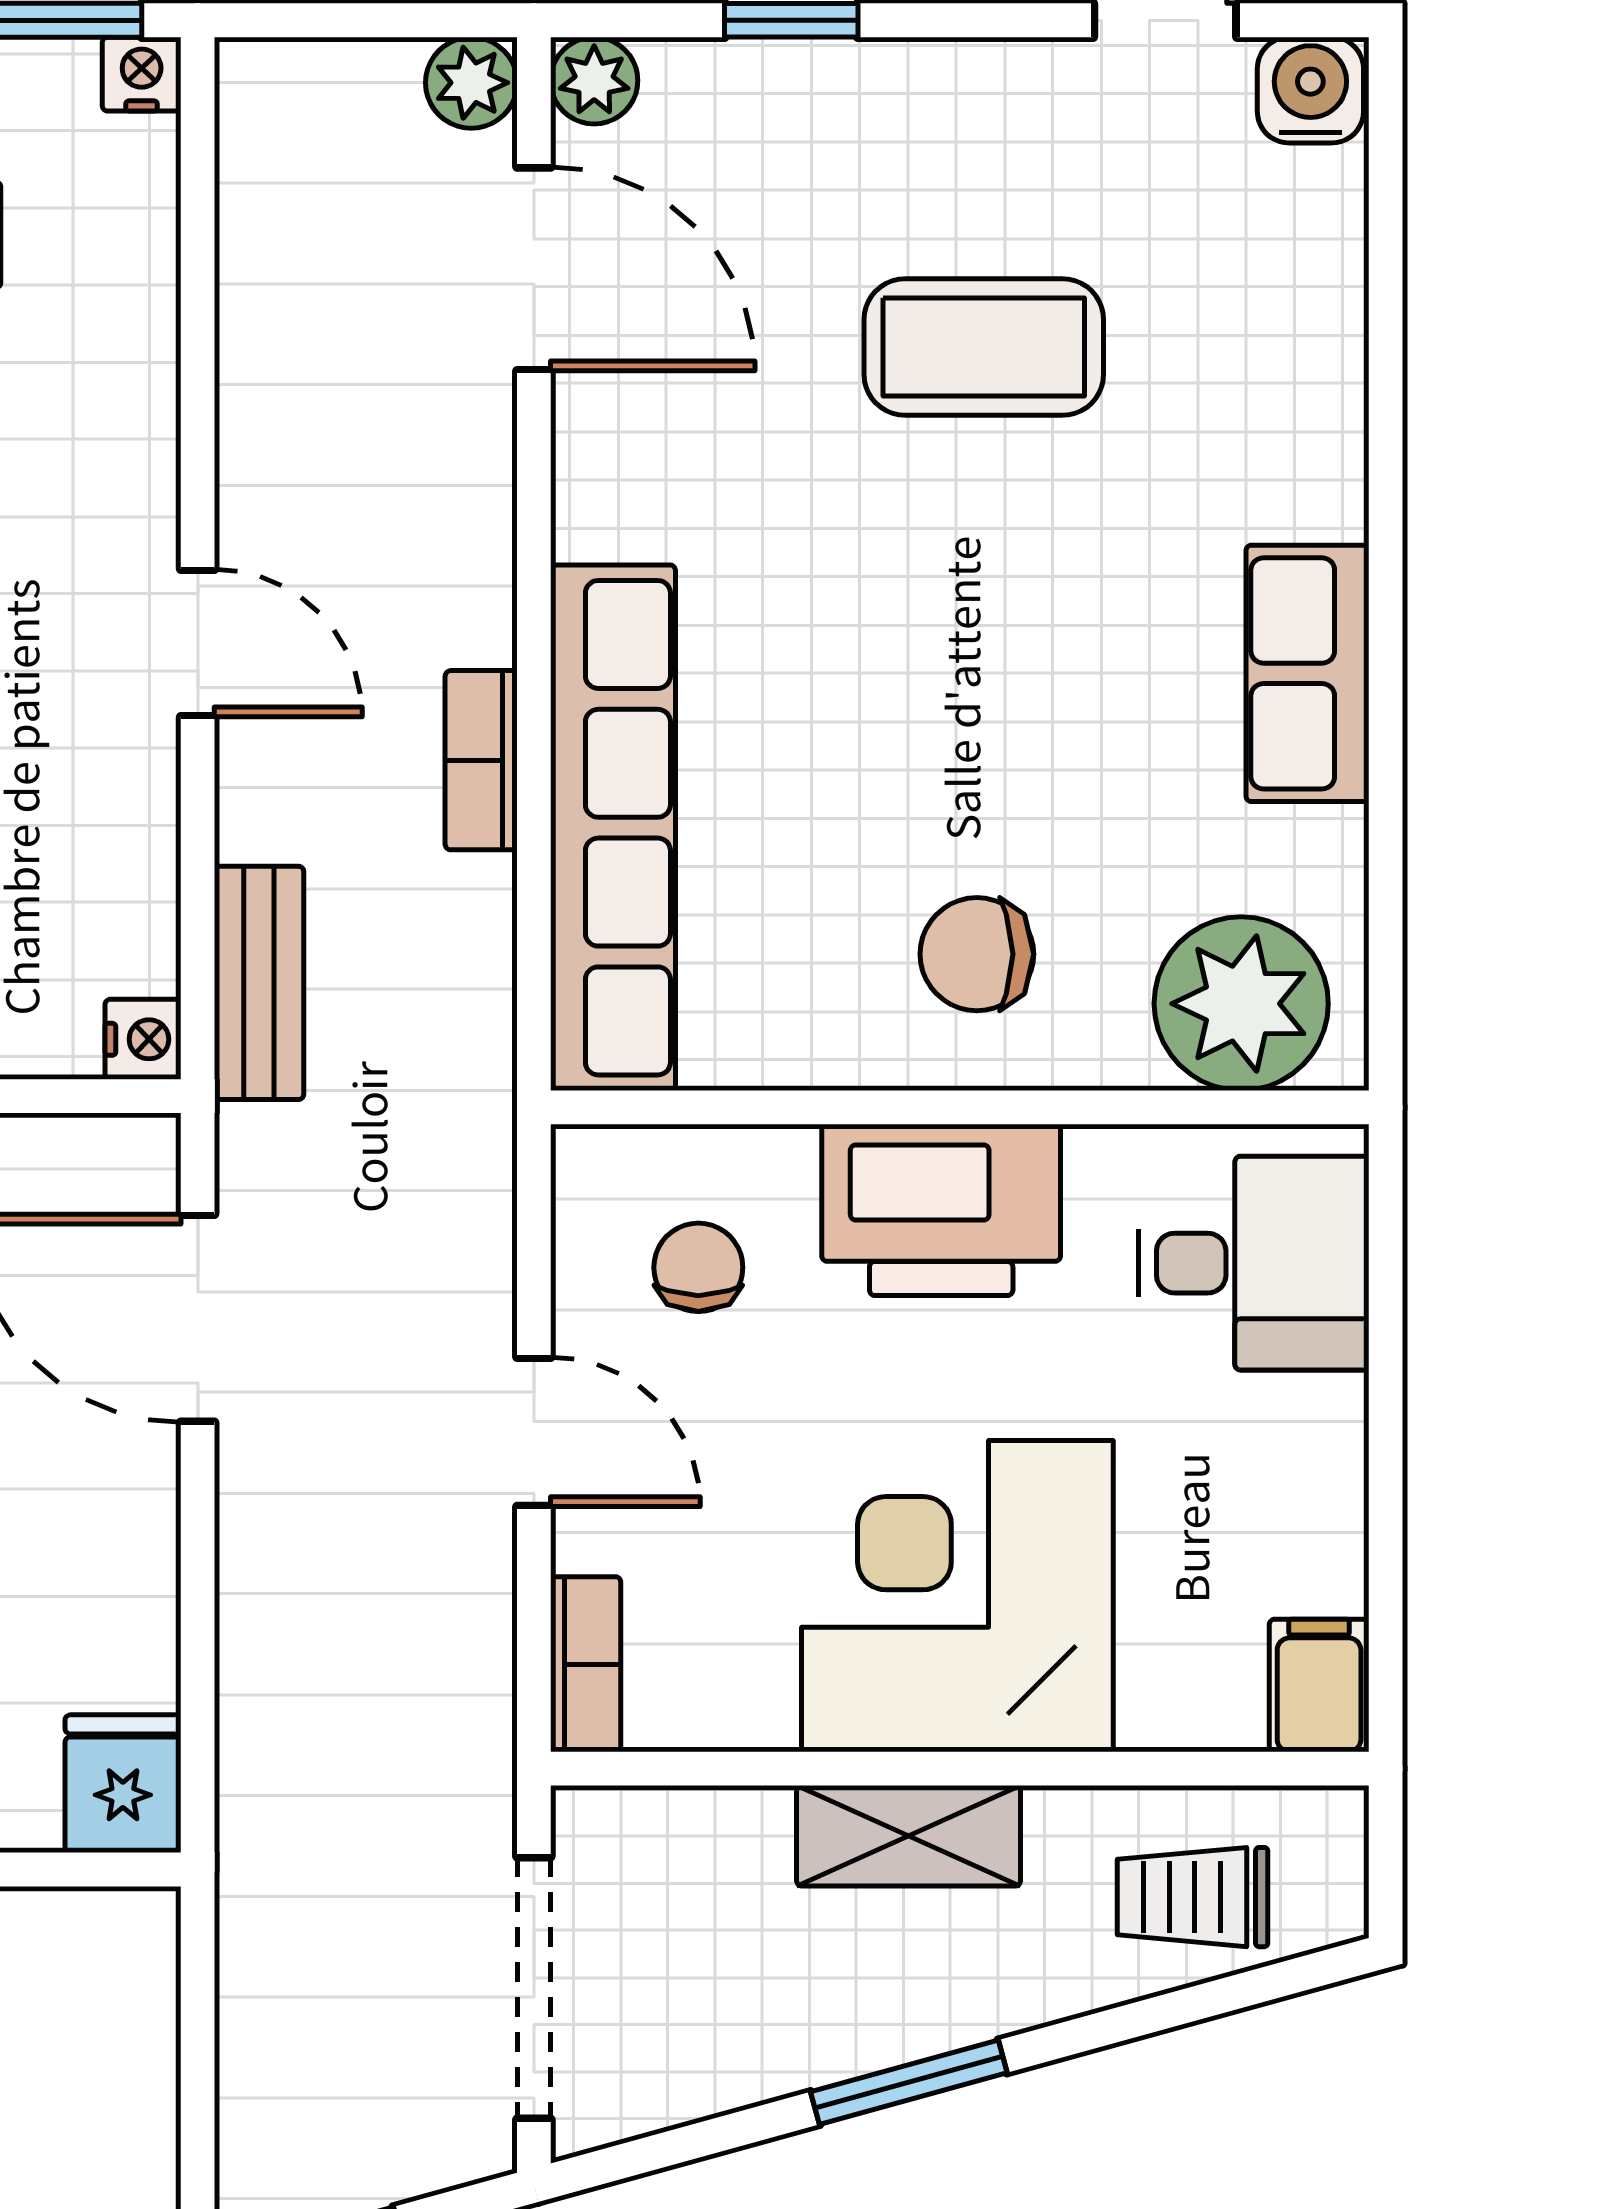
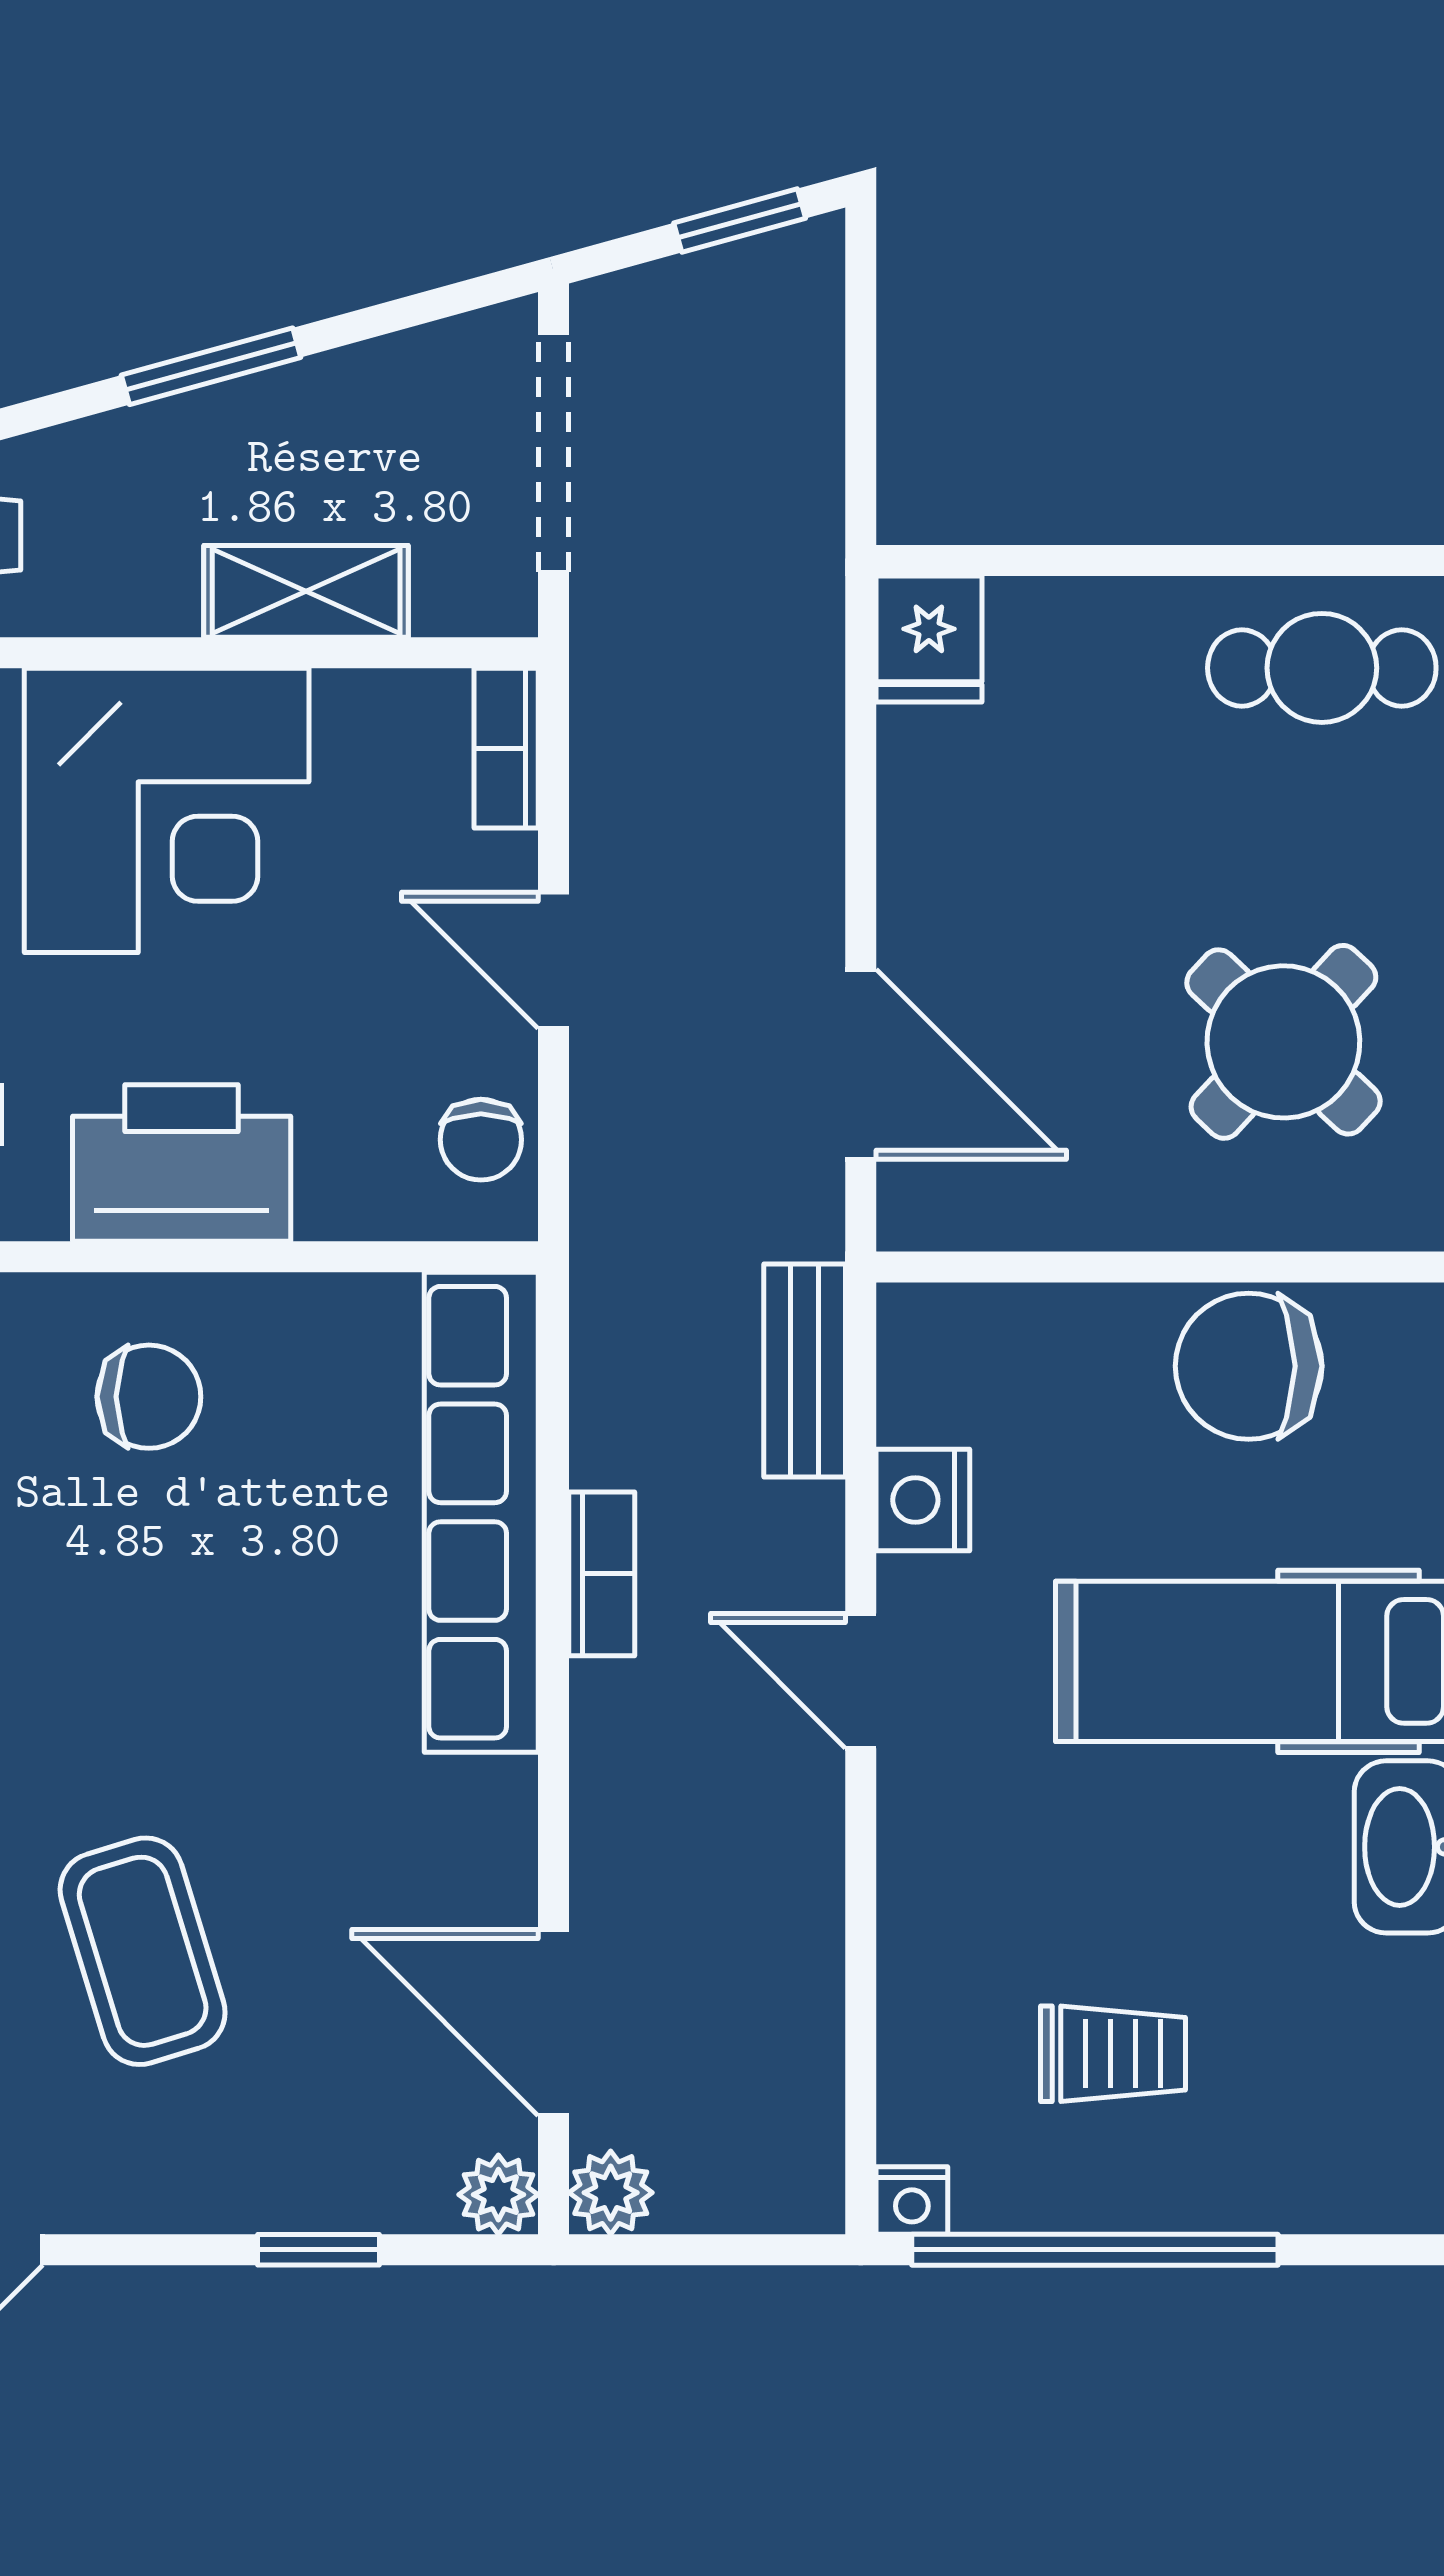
coffee table: (984, 347) -> (143, 1951), turned 73
nightstand: (143, 1039) -> (923, 1500), moved, width x1.39, depth x1.35
chair: (698, 1267) -> (481, 1140), moved
shelving: (909, 1836) -> (306, 591), moved

